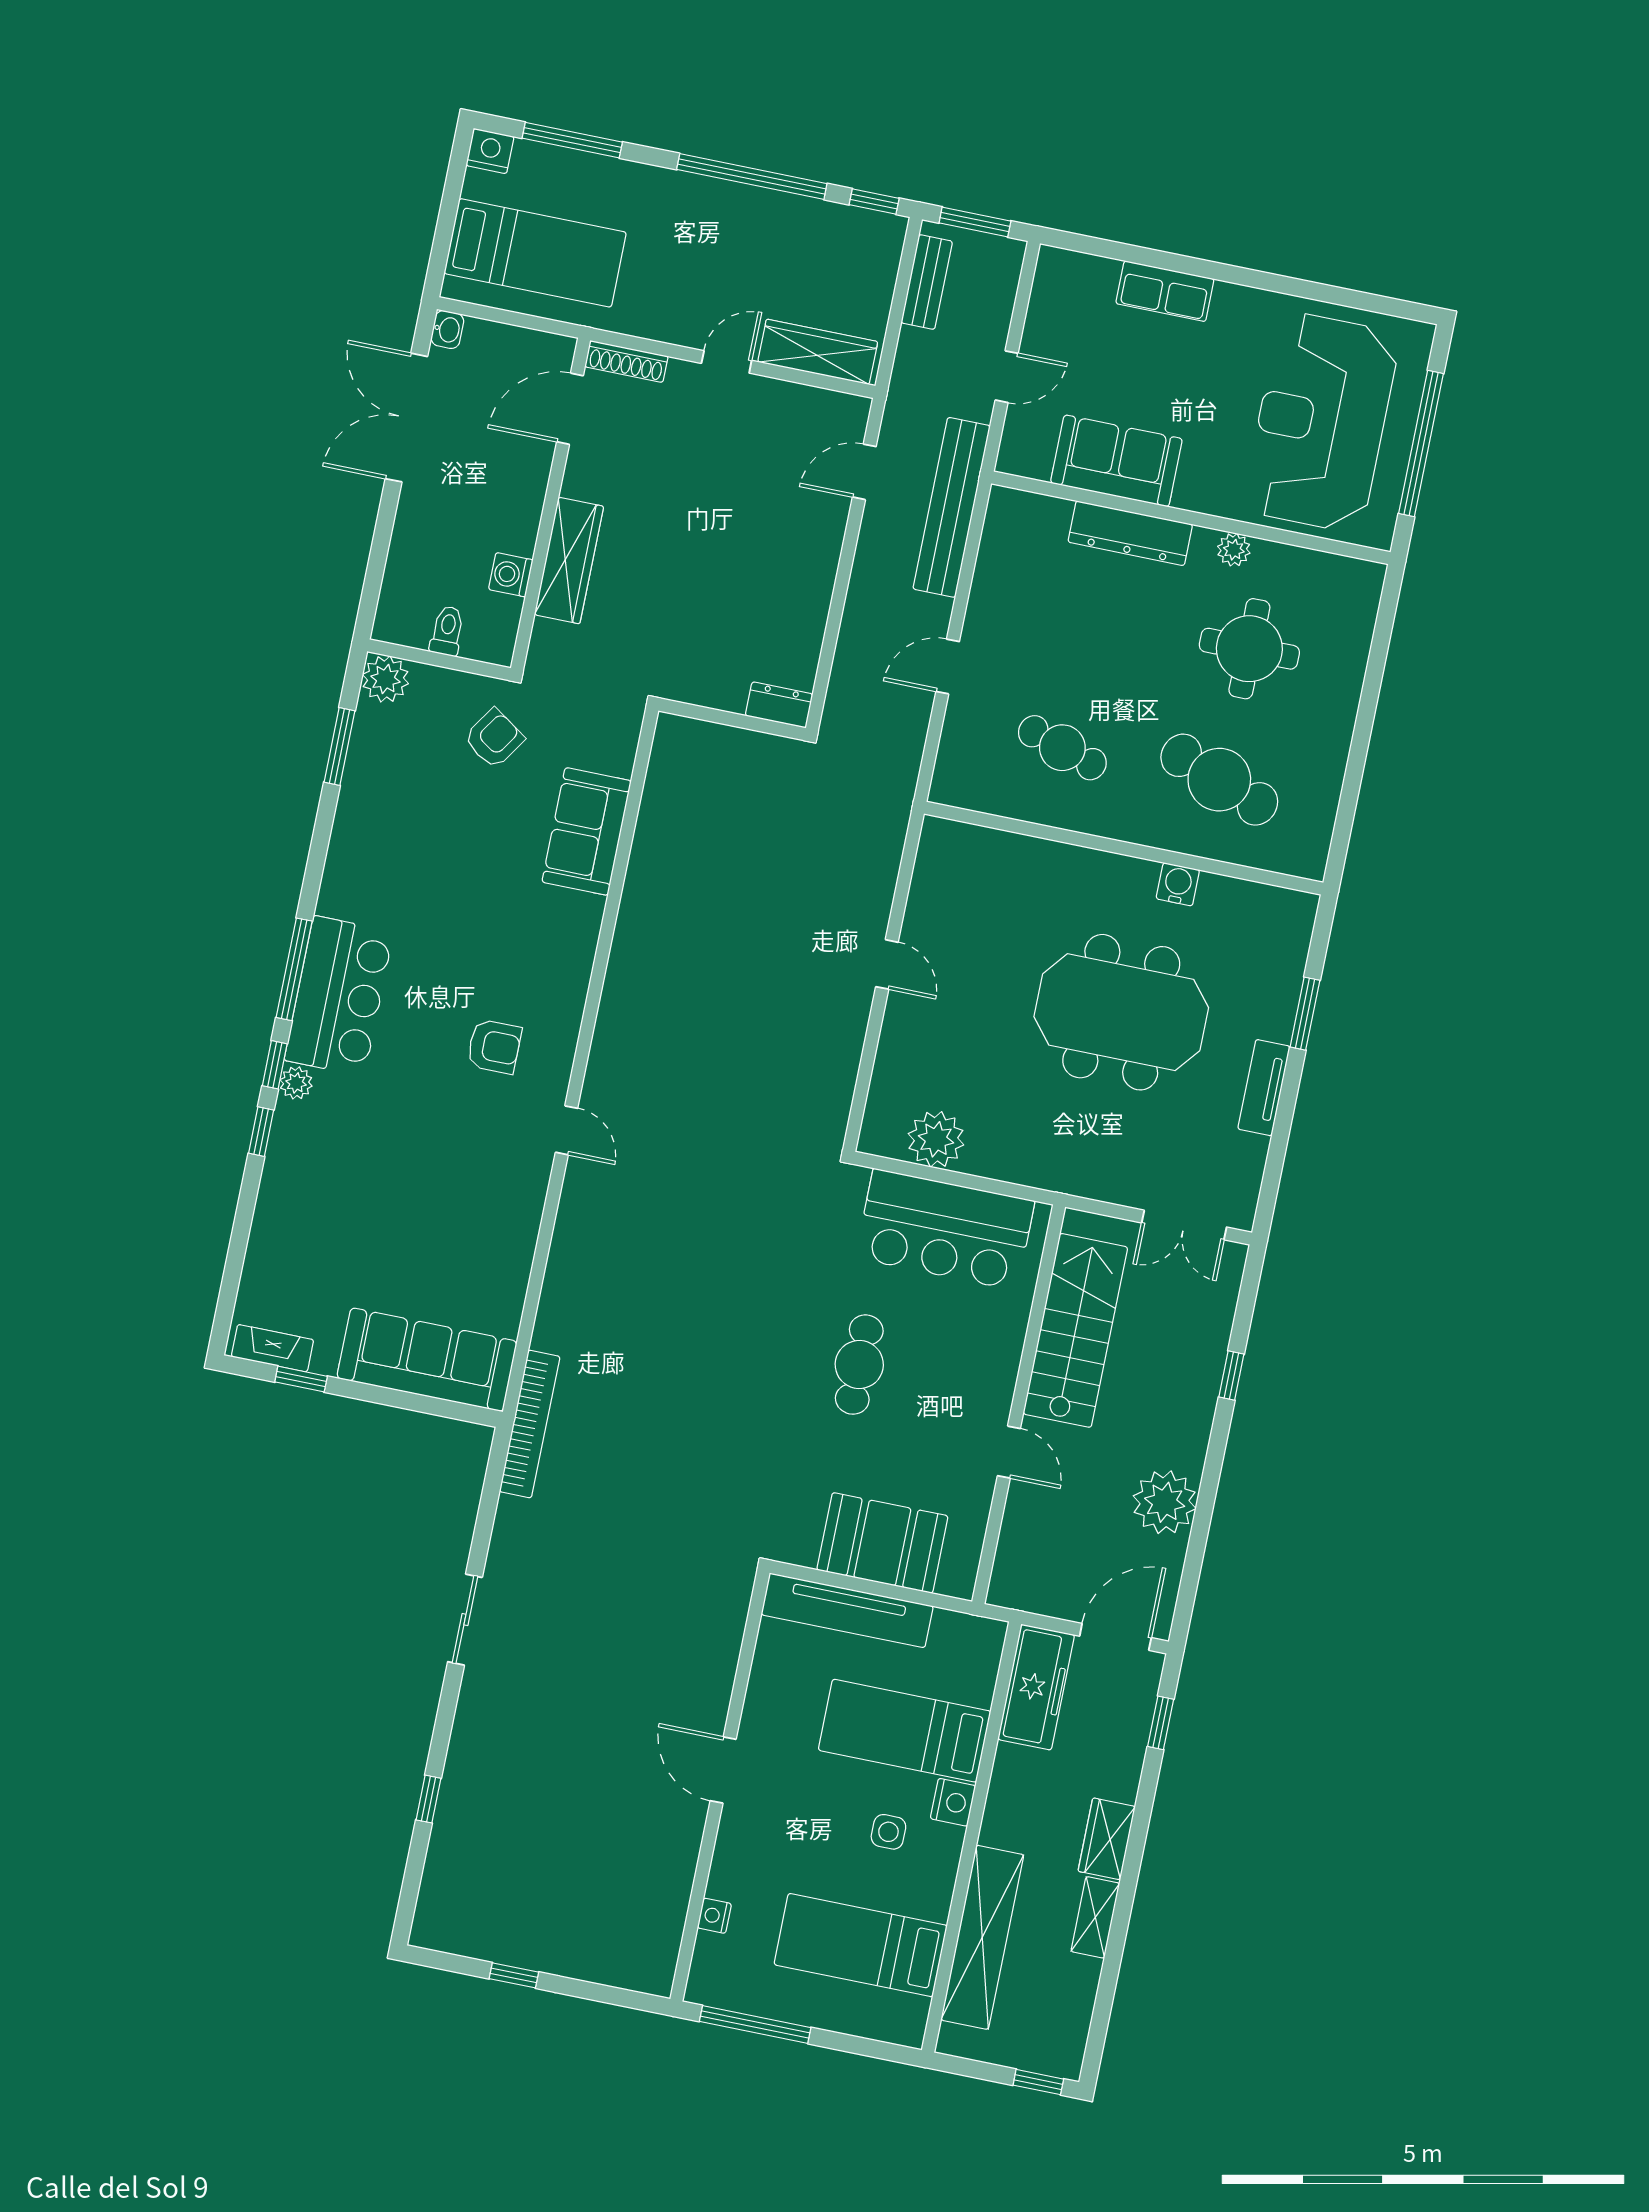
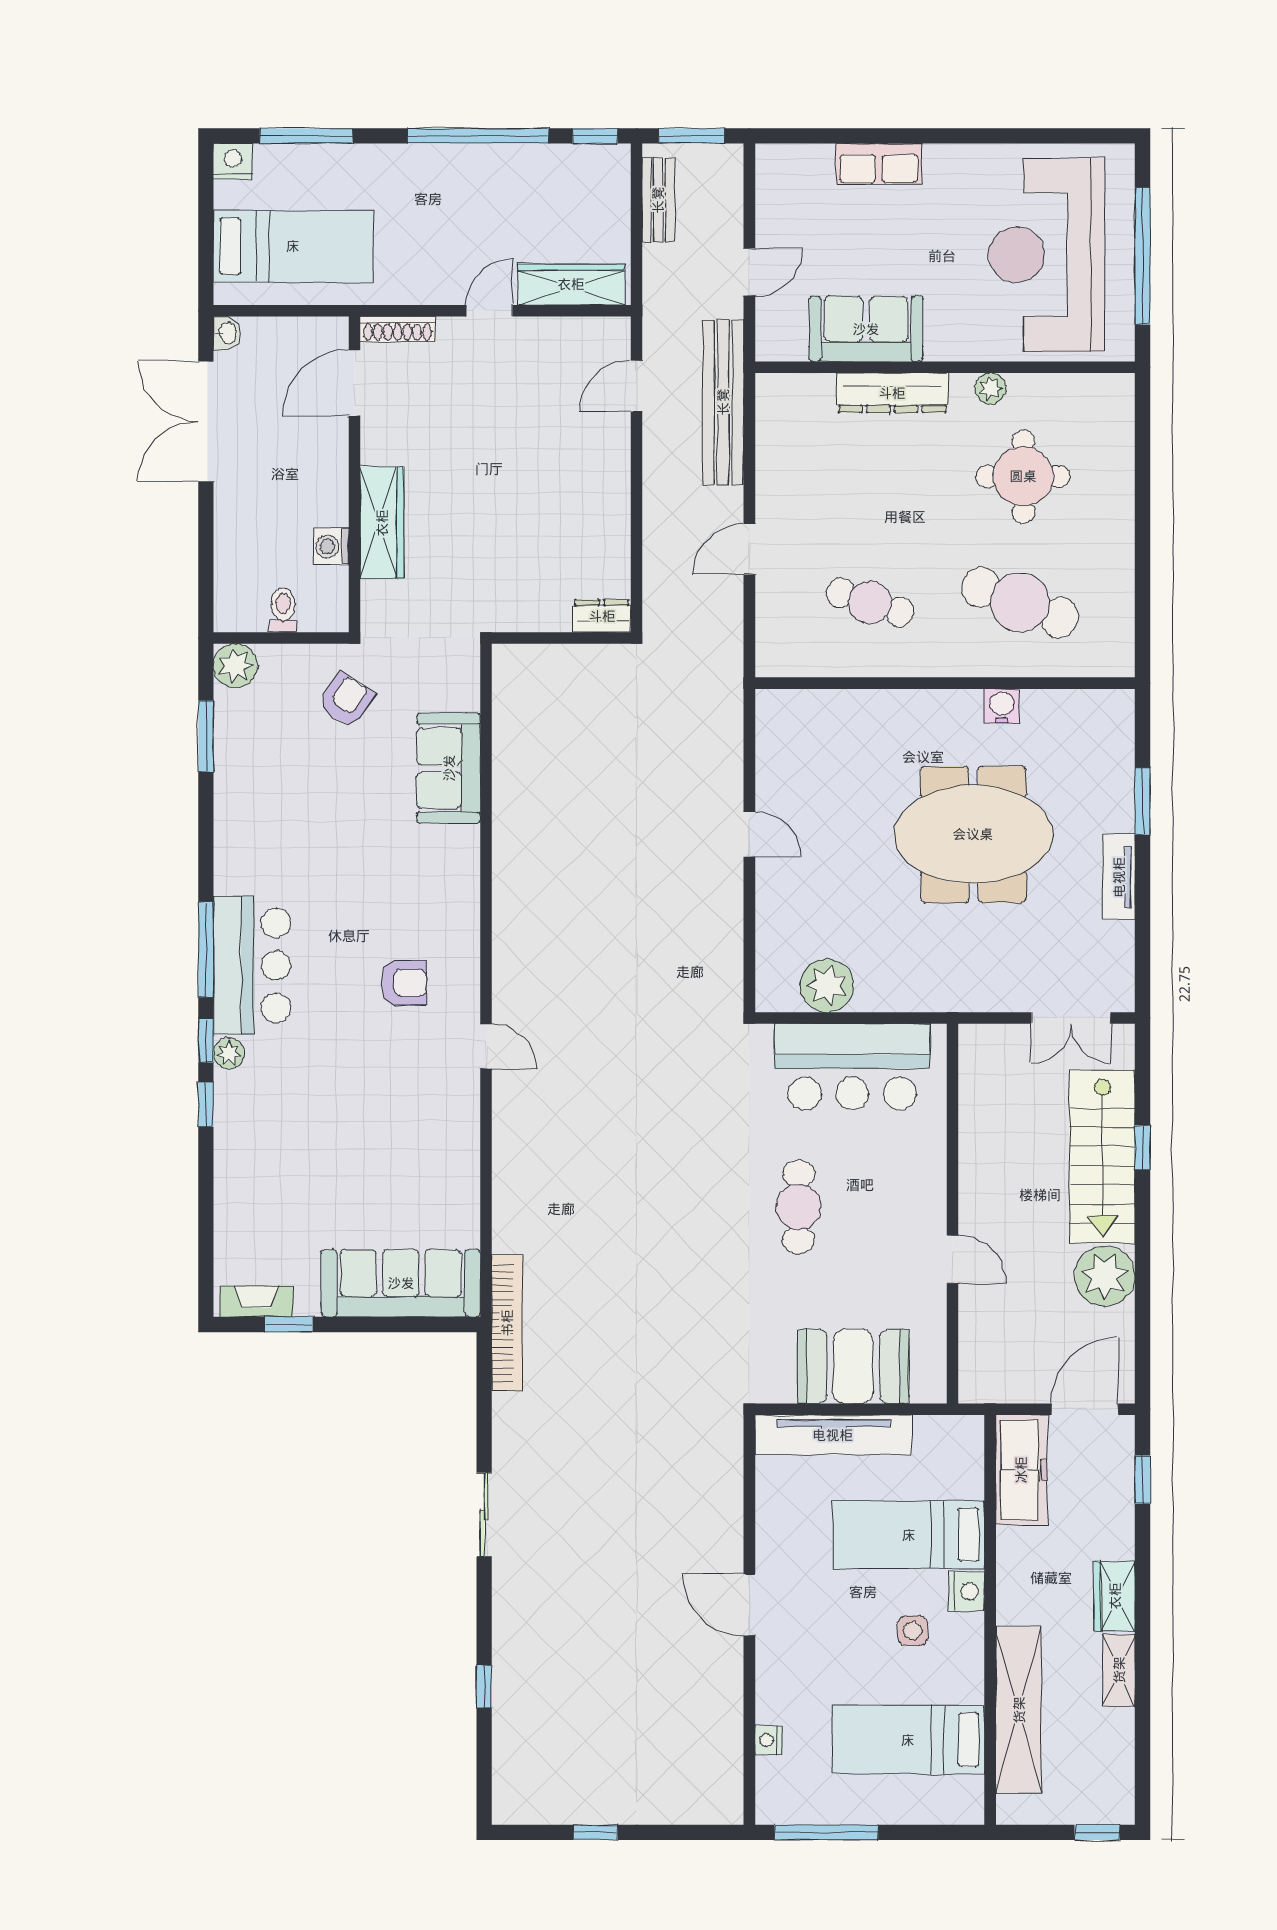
stairs: (1075, 1330) -> (1102, 1157), moved, turned 180

